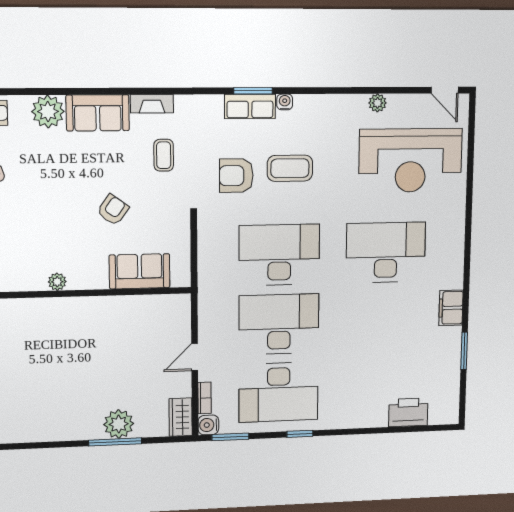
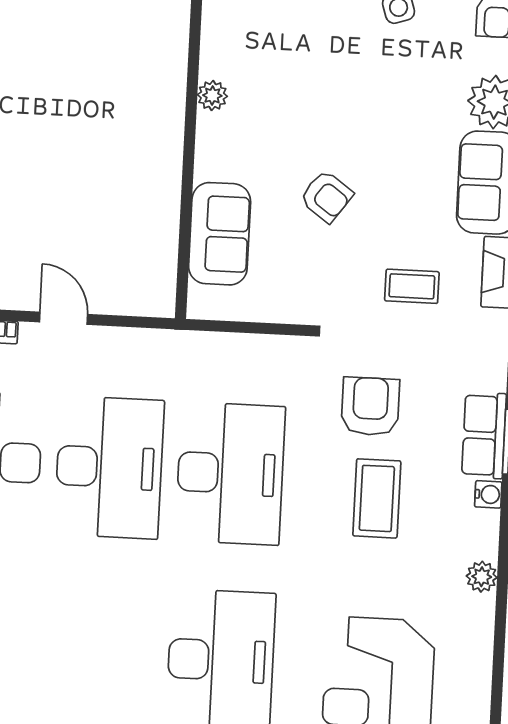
plant: (378, 103) -> (482, 577), moved

